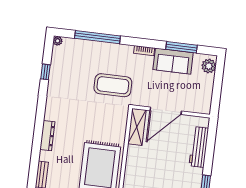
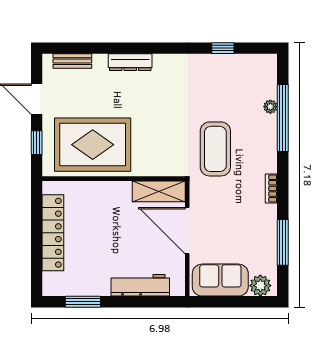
plant: (58, 41) -> (270, 107), moved
sofa: (173, 61) -> (220, 280), moved, turned 90

